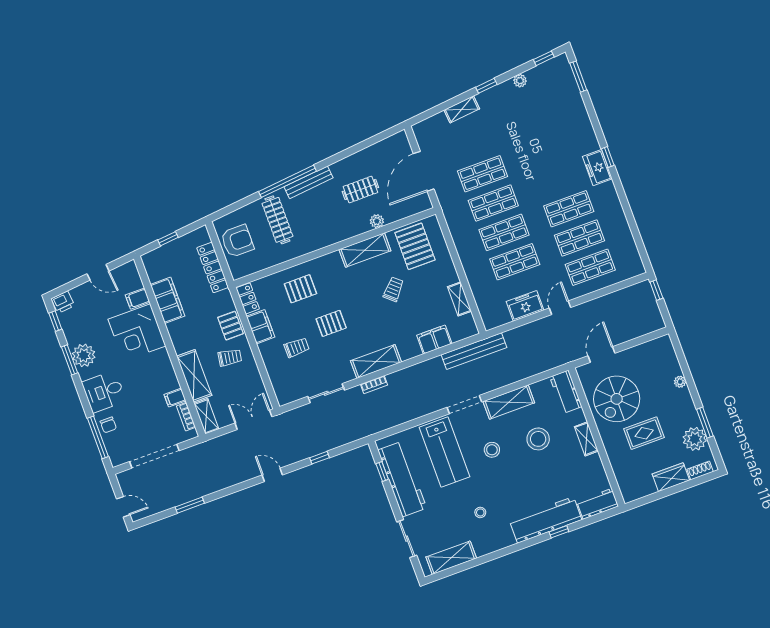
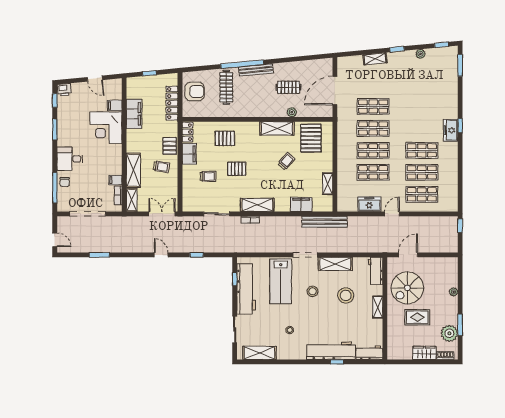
plant: (84, 355) -> (65, 130), removed

